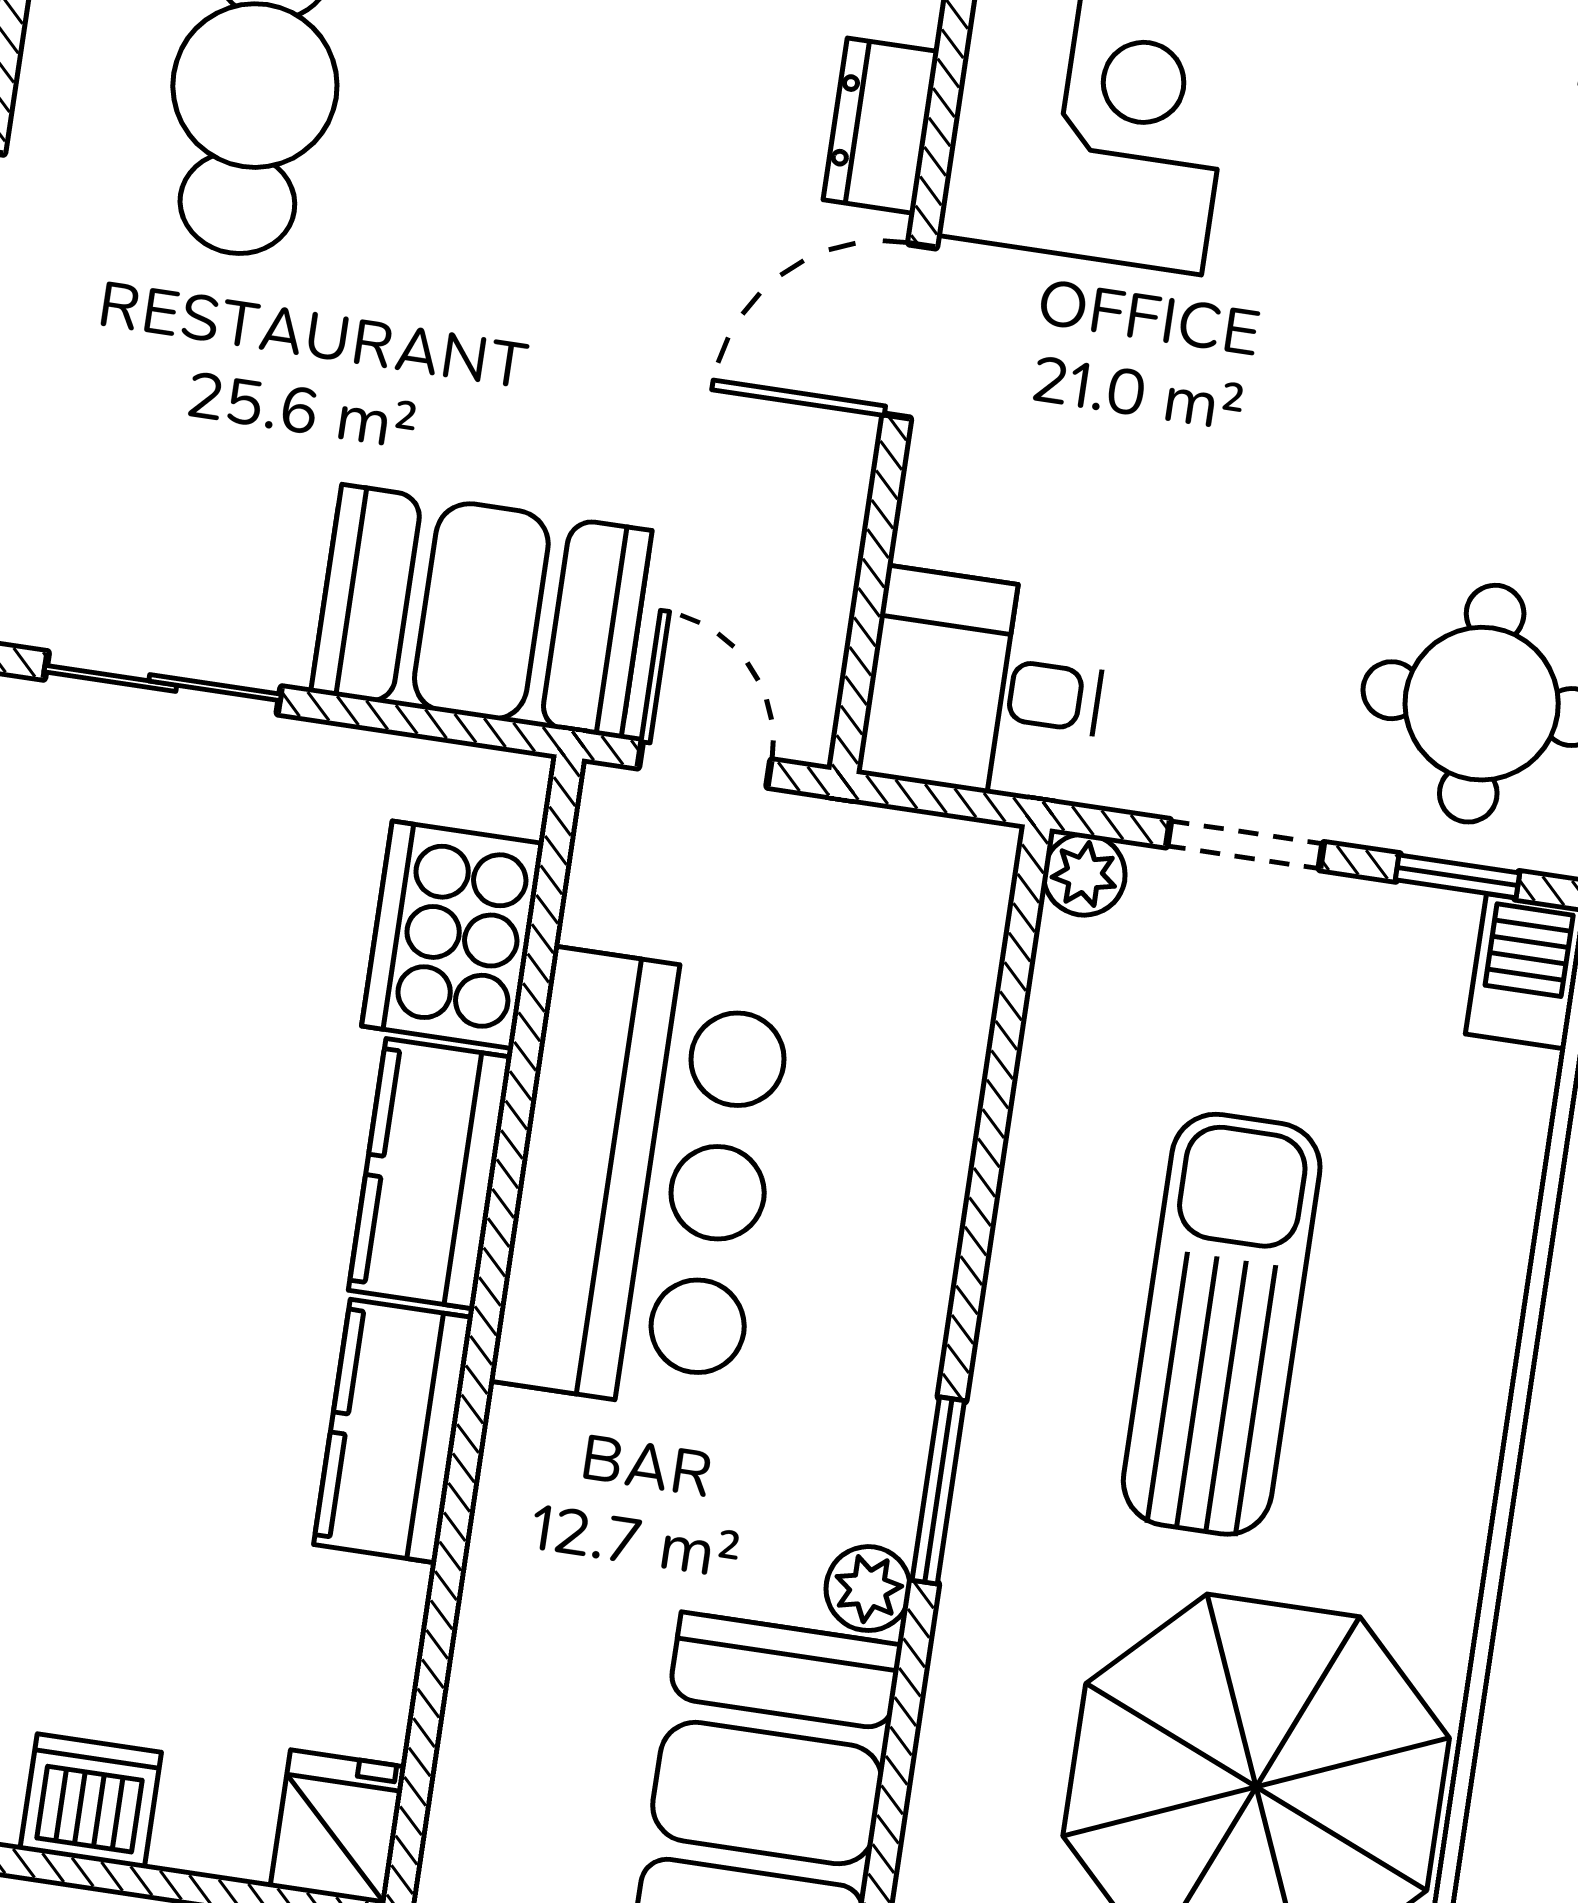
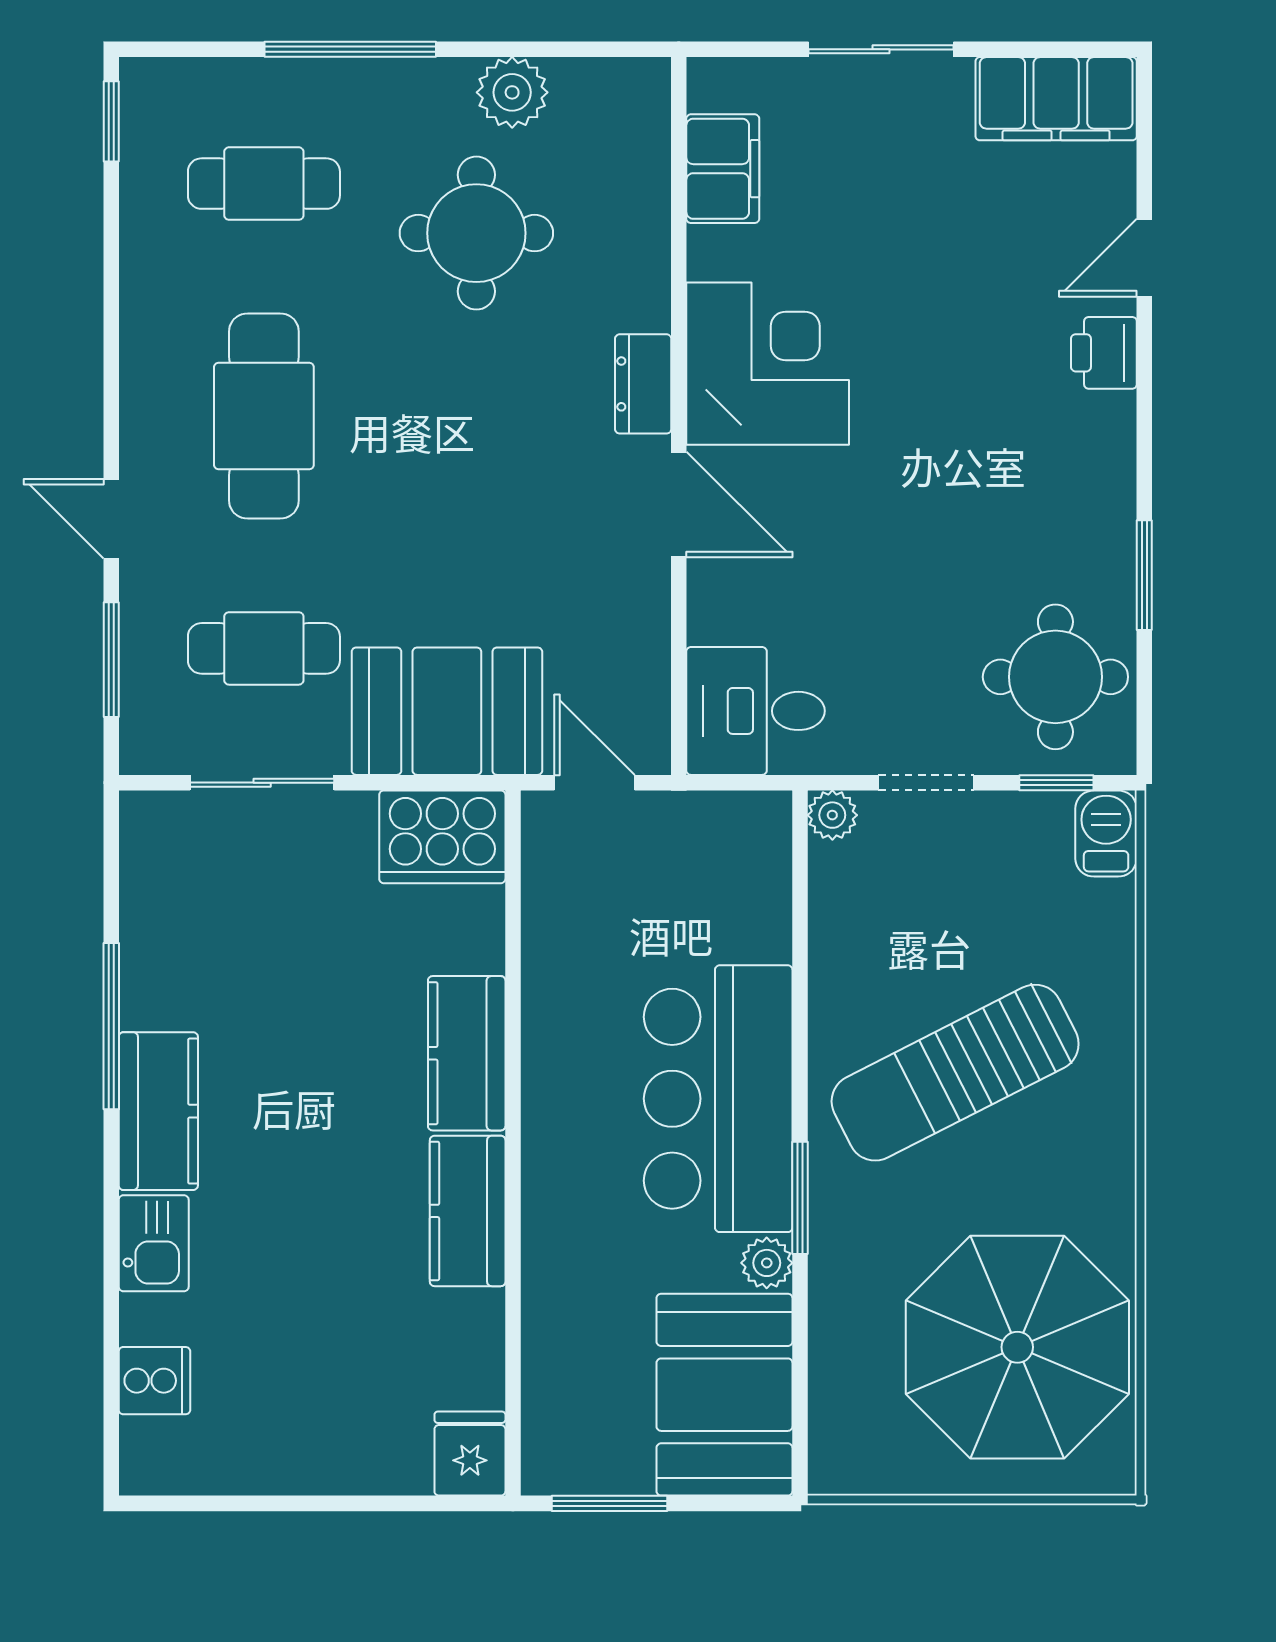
door: (910, 331) -> (679, 505), swing flipped
cafe table: (198, 464) -> (264, 648), added
cooker: (453, 935) -> (442, 837), moved, turned -90
bar counter: (643, 1182) -> (718, 1099), moved, turned 180
sun lounger: (1222, 1324) -> (955, 1073), turned -117
dishwasher: (91, 1801) -> (319, 1460), removed

